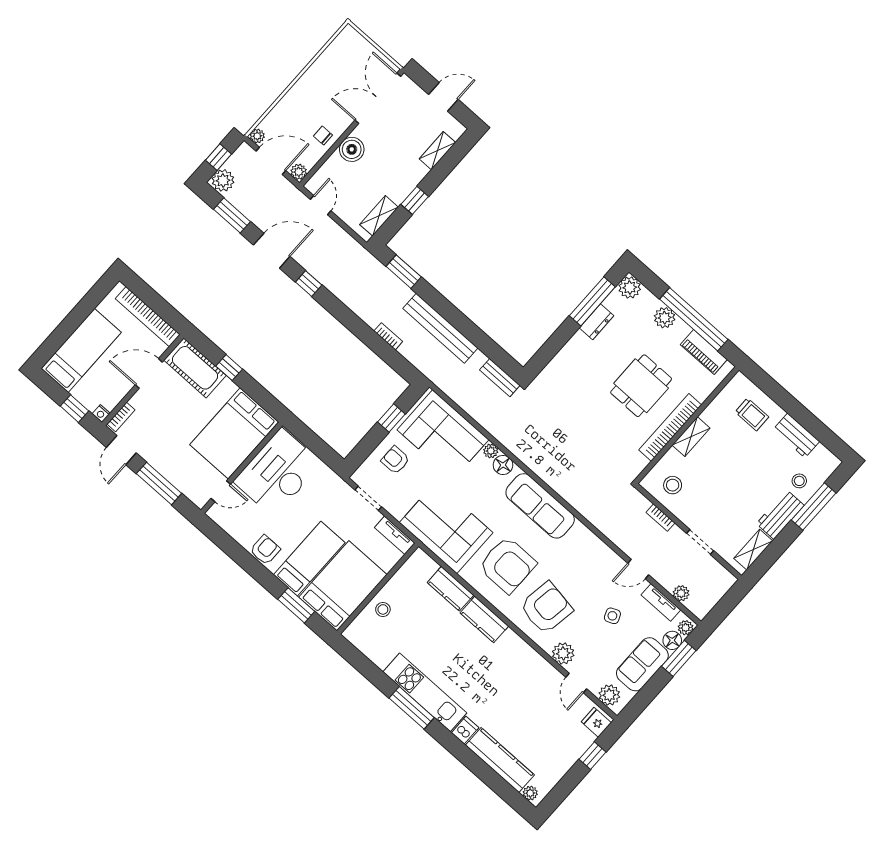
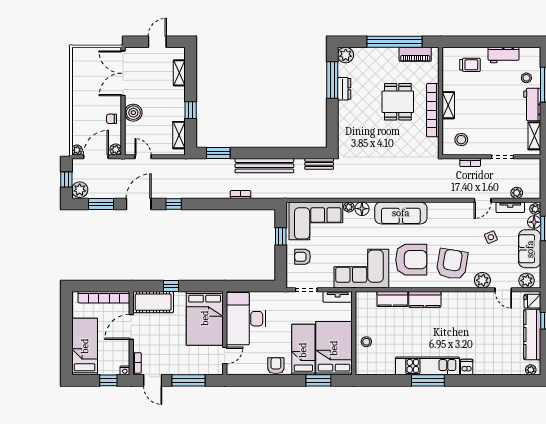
plant: (665, 318) -> (378, 55), removed
kitchen counter: (500, 760) -> (532, 334), moved, turned -90

